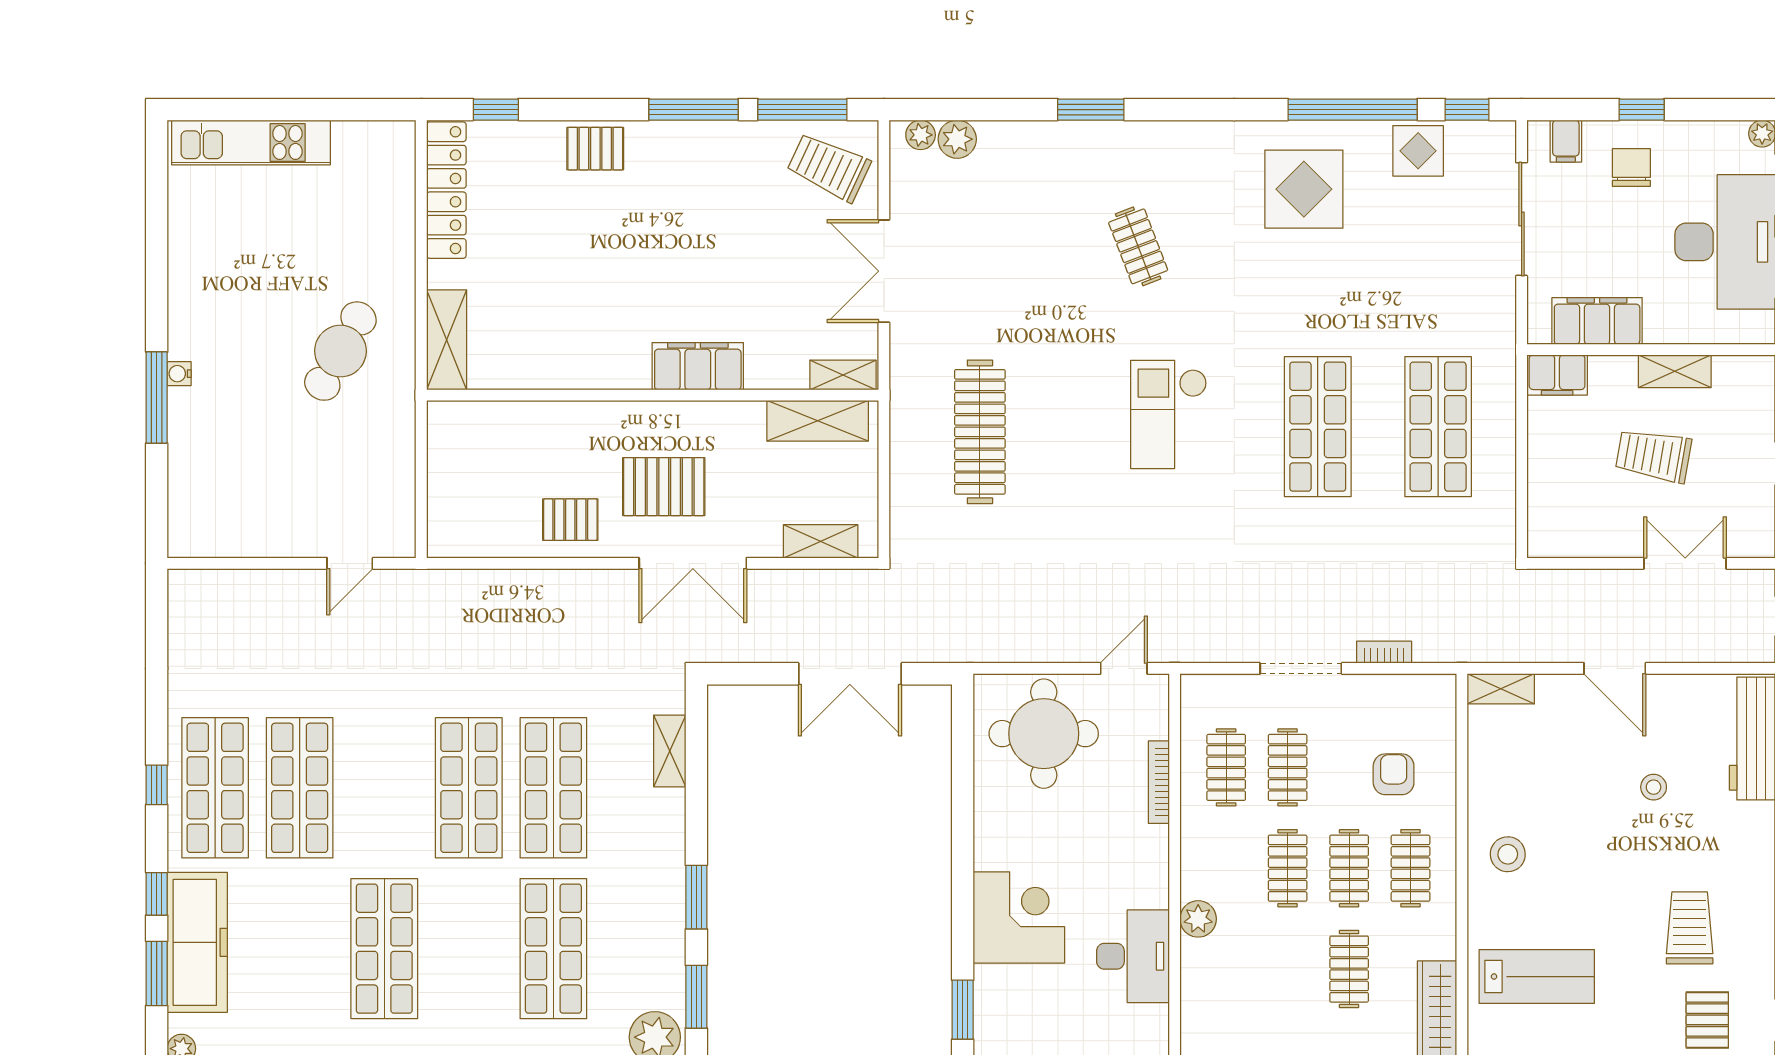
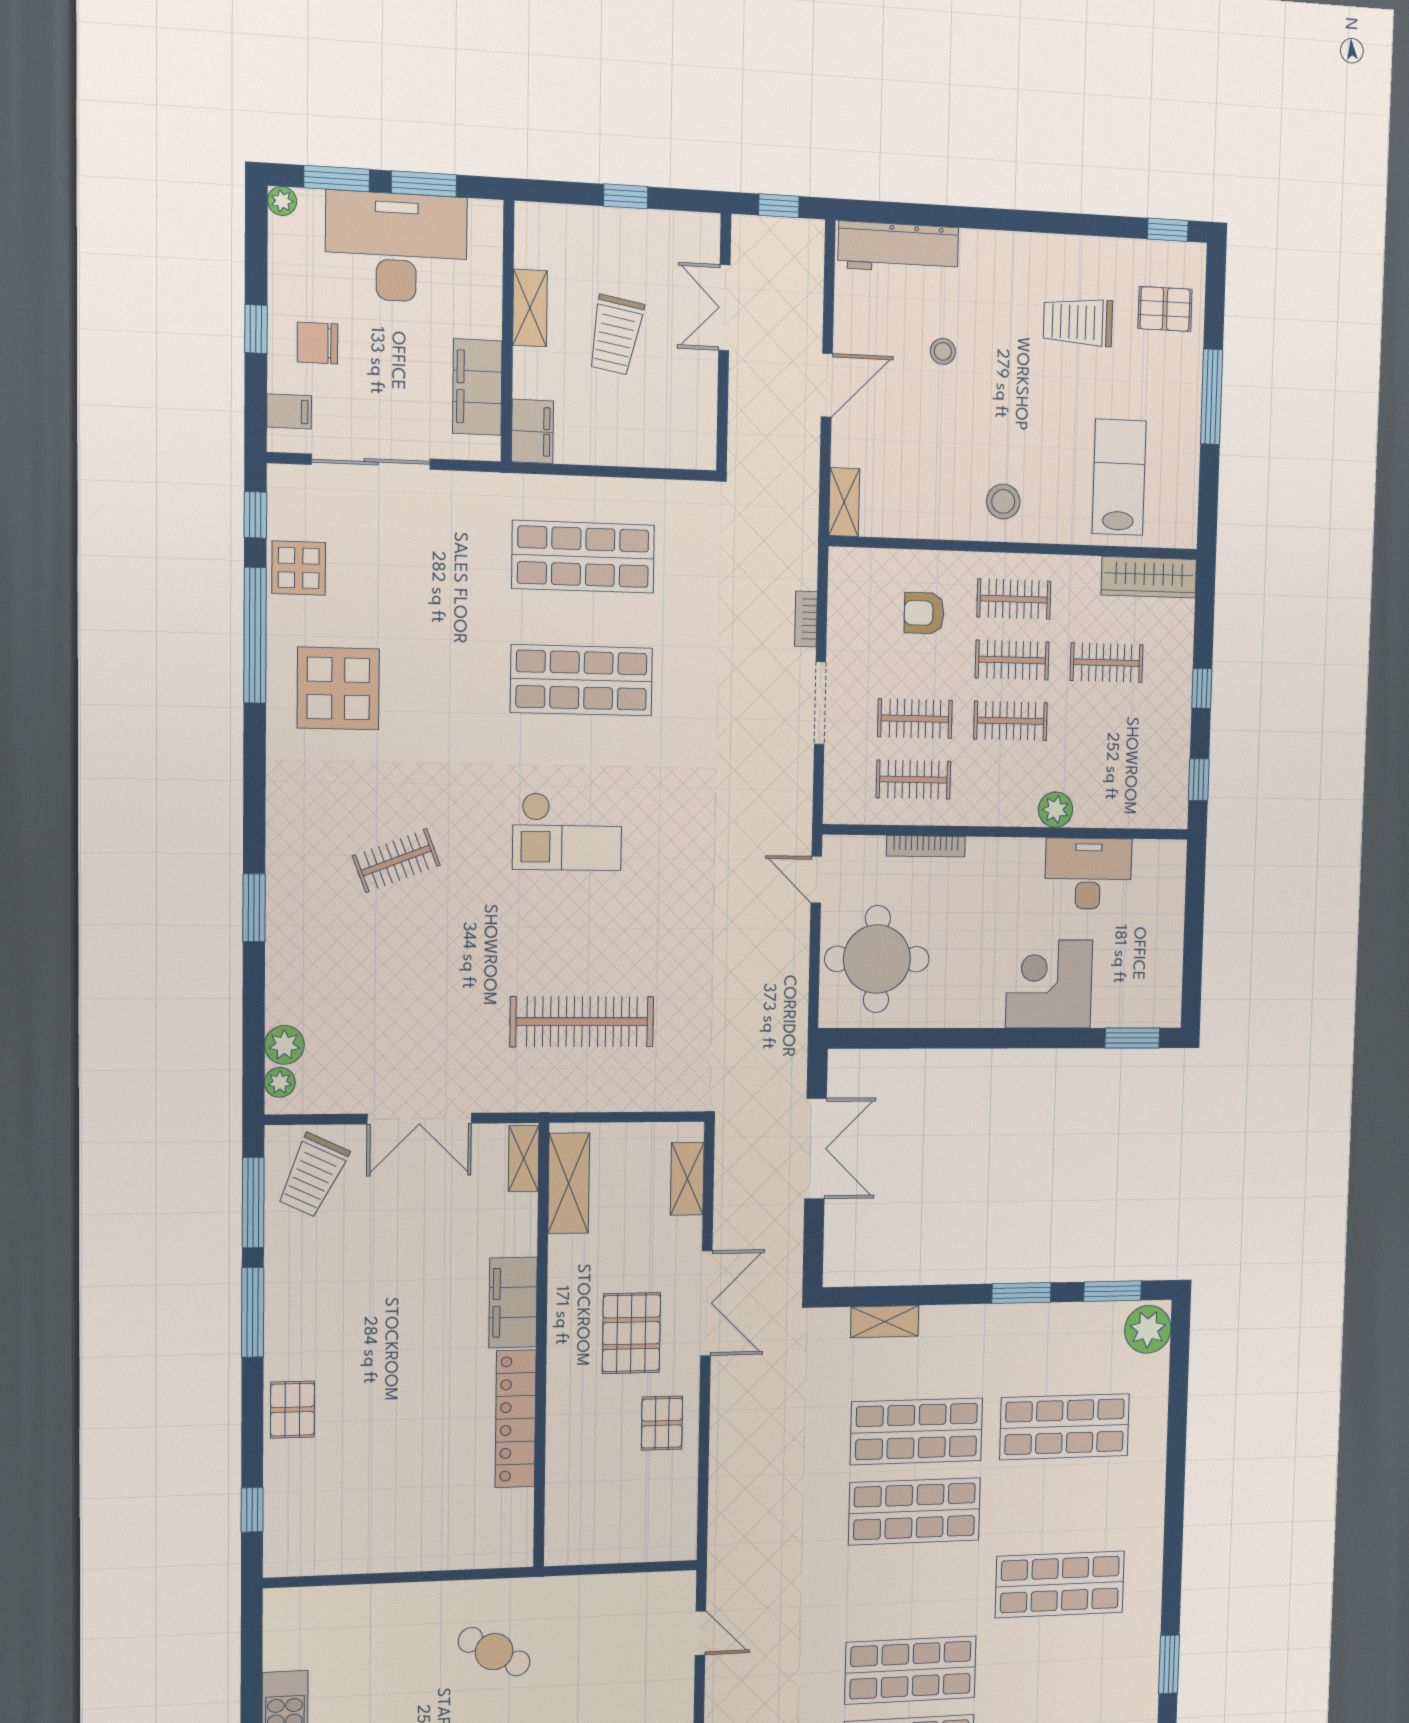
locker: (446, 190) -> (516, 1419), moved, turned -90
shelving: (447, 340) -> (484, 1549), removed
cafe table: (340, 351) -> (494, 1652), width x0.73, depth x0.74

